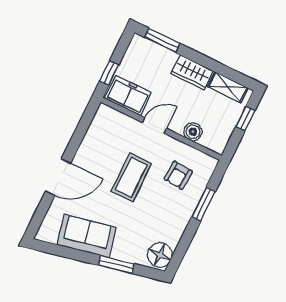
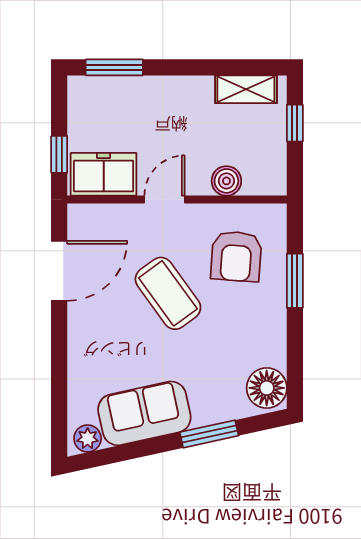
wardrobe: (192, 72) -> (182, 93), removed
armchair: (178, 175) -> (236, 256), width x1.38, depth x1.38
door: (58, 177) -> (59, 271), moved
coffee table: (131, 177) -> (168, 293), turned -36
plant: (49, 235) -> (88, 438), added

